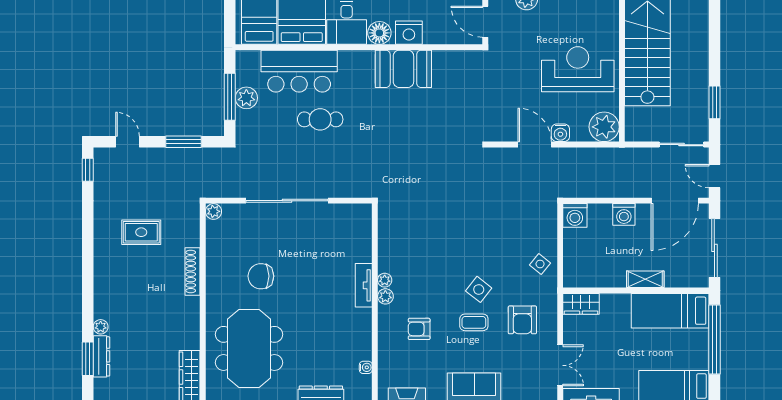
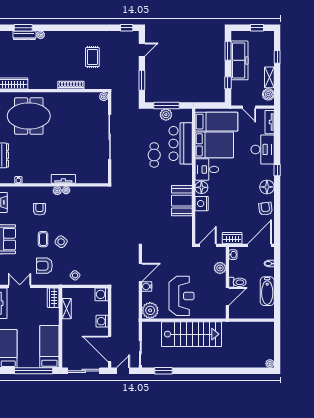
chair: (261, 276) -> (68, 123), removed
shelving: (645, 279) -> (67, 309), moved
double door: (560, 365) -> (20, 286), swing flipped

